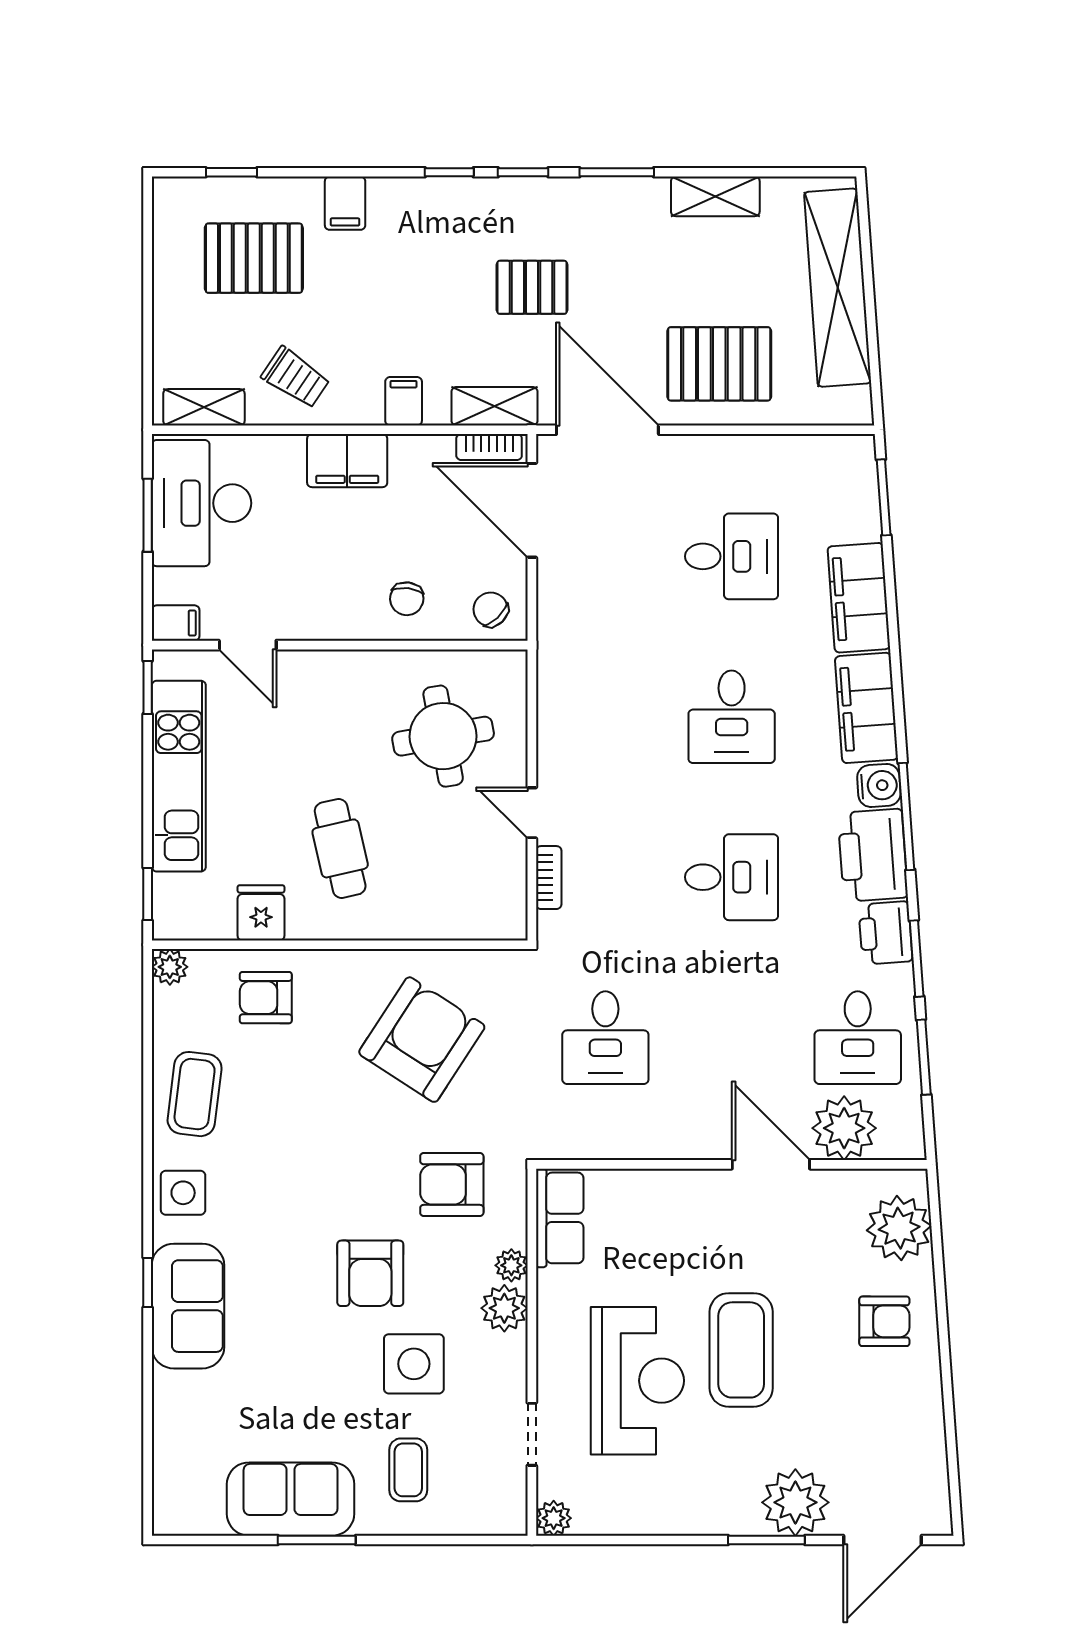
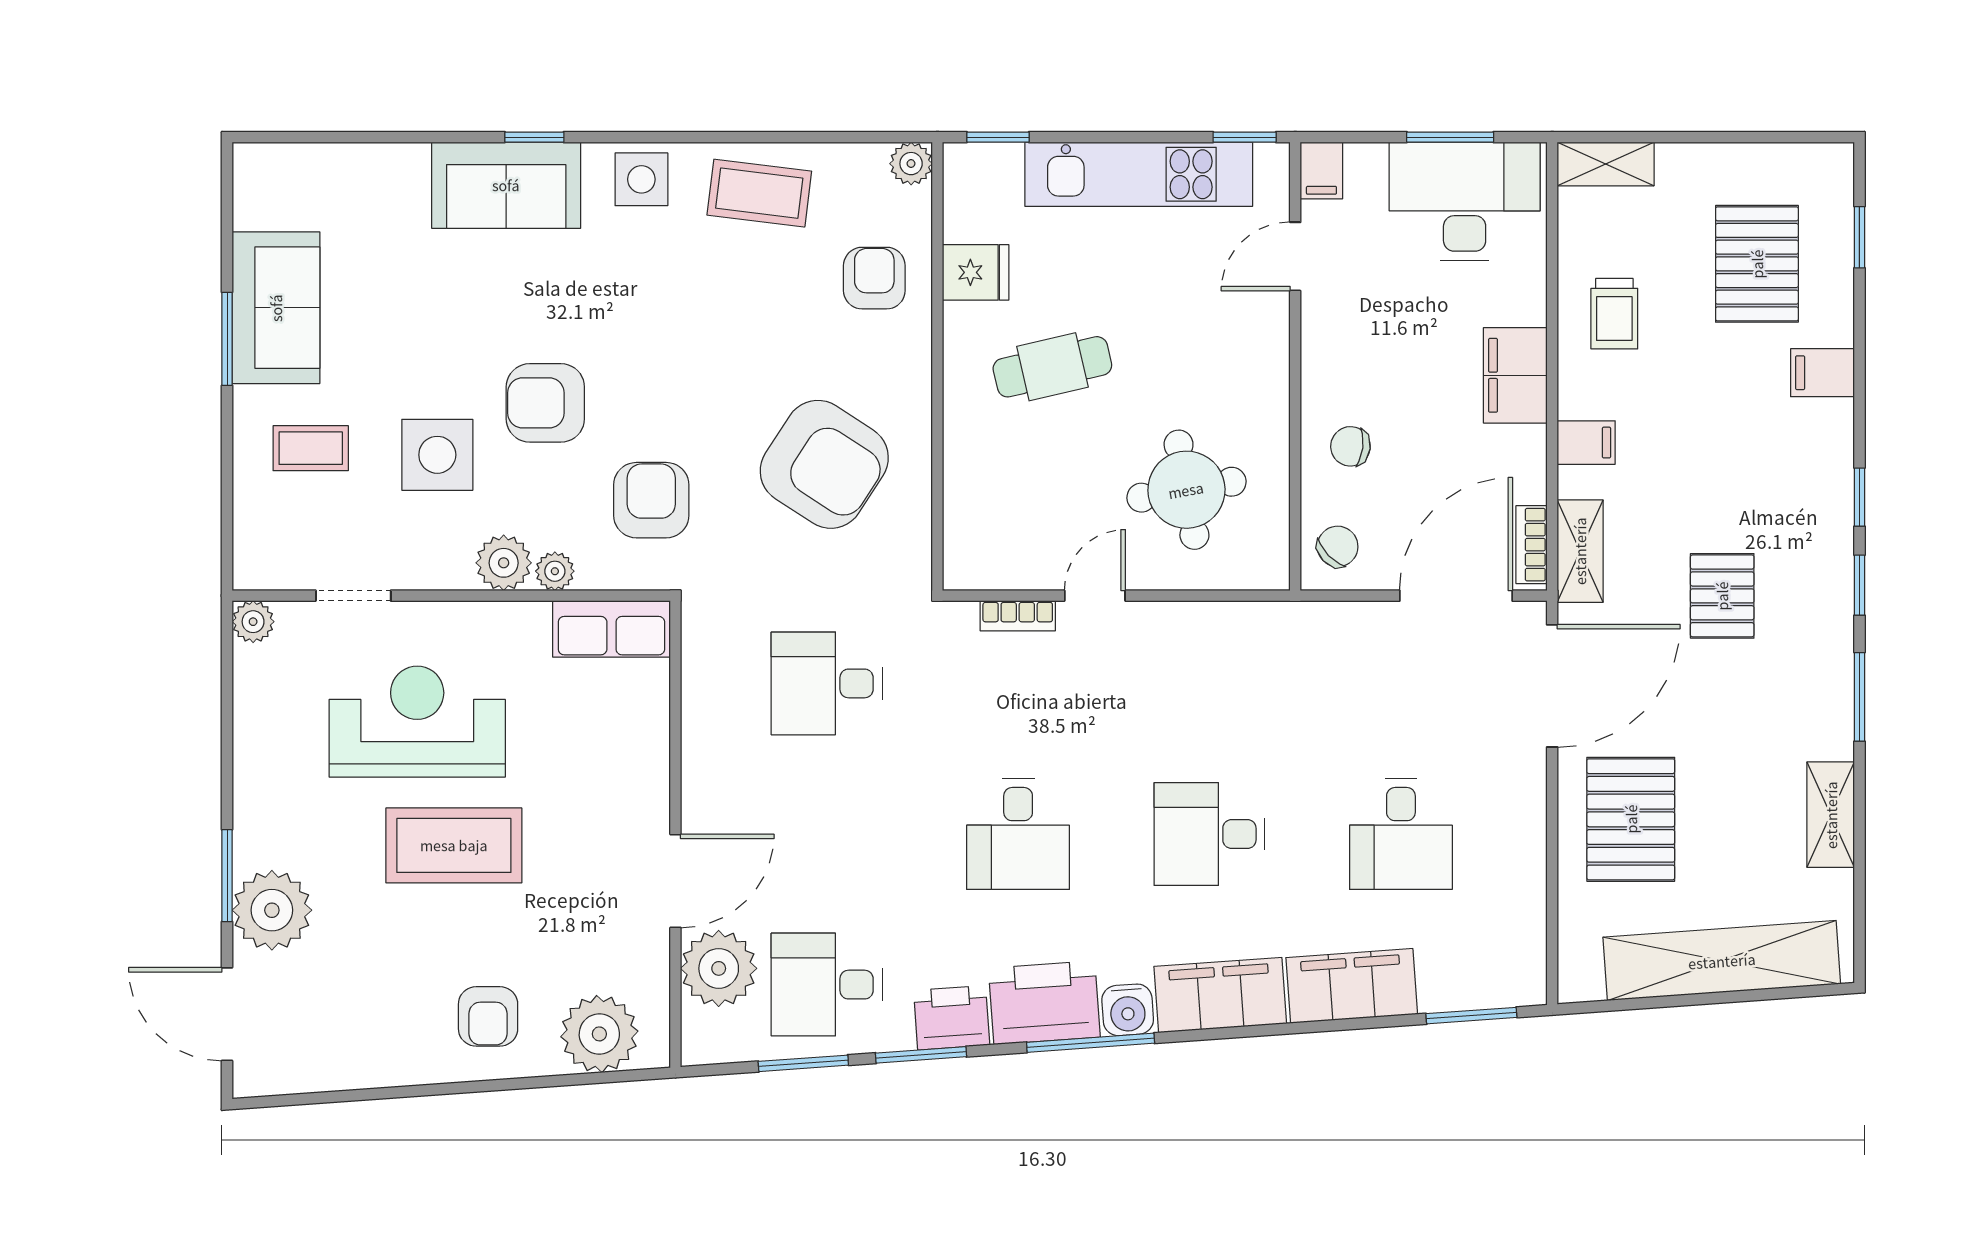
trolley: (296, 378) -> (1614, 314), turned -34
shelving: (204, 407) -> (1606, 164), moved, turned 90
reception desk: (637, 1381) -> (417, 722), turned 180

